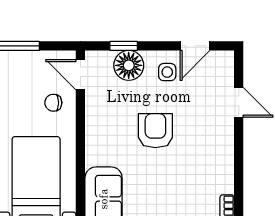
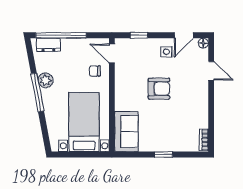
floor lamp: (129, 65) -> (203, 43), moved, width x0.53, depth x0.53
armchair: (155, 131) -> (159, 89), turned 90

